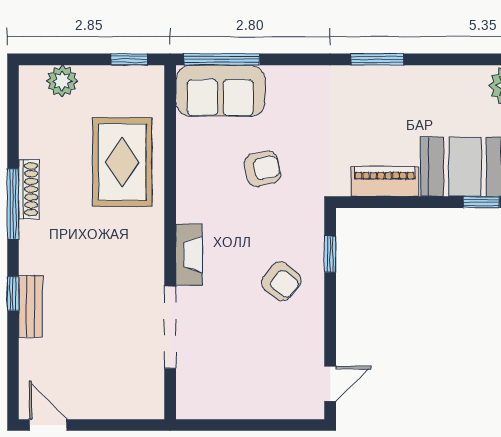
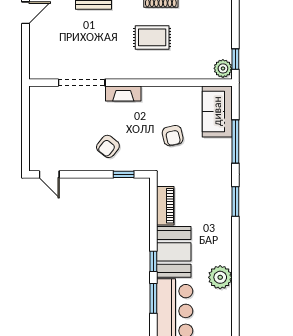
window: (222, 59) -> (235, 141), moved
plant: (62, 81) -> (223, 68), moved
rug: (122, 162) -> (152, 37), moved, width x0.73, depth x0.70

